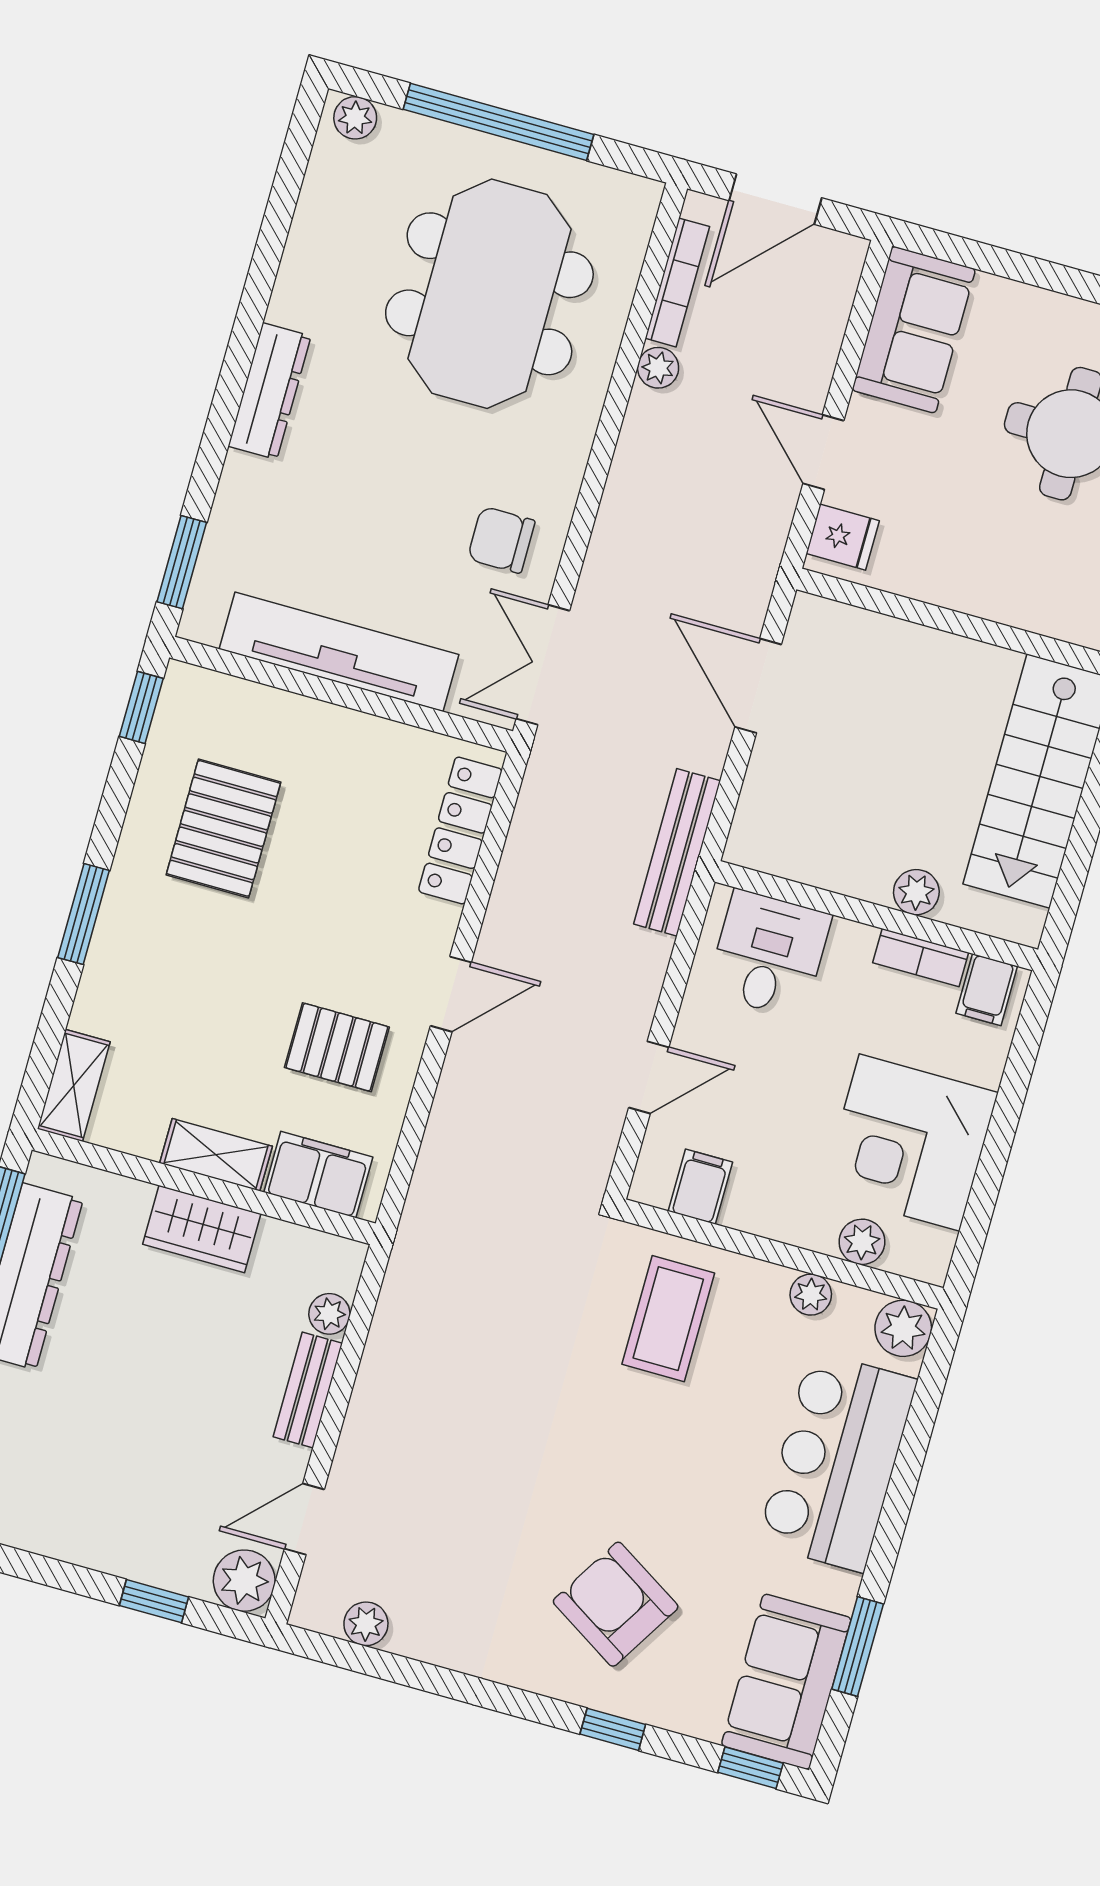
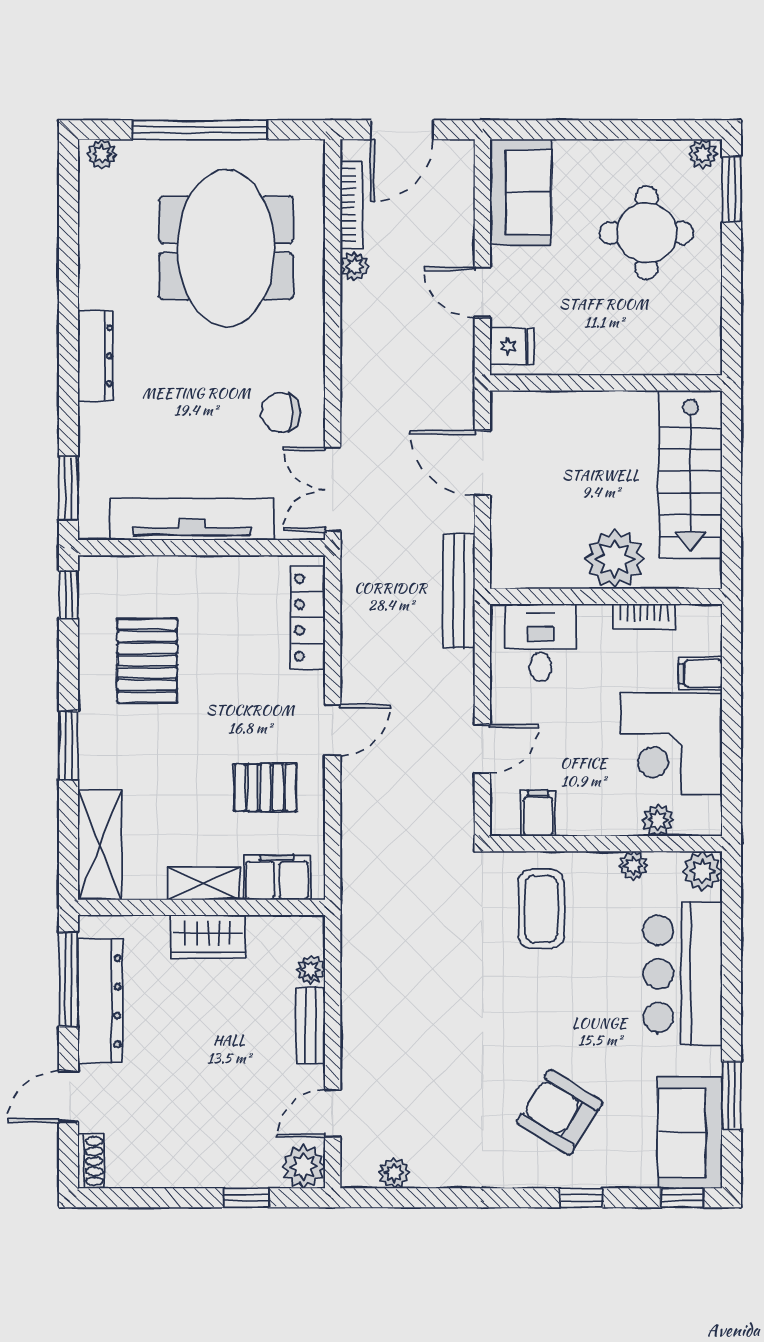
plant: (916, 892) -> (615, 559), width x1.87, depth x1.87
filing cabinet: (987, 990) -> (700, 674), moved, turned 90
shelving: (74, 1085) -> (100, 845), width x1.50, depth x1.33

